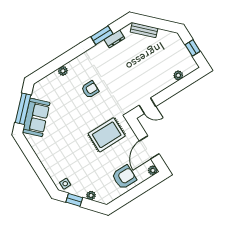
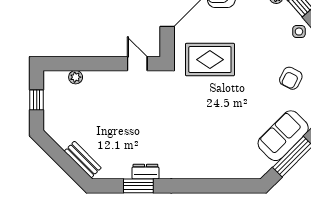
dresser: (114, 39) -> (145, 172), moved
plant: (63, 71) -> (214, 172), removed
armchair: (90, 89) -> (291, 78), moved, turned -63

